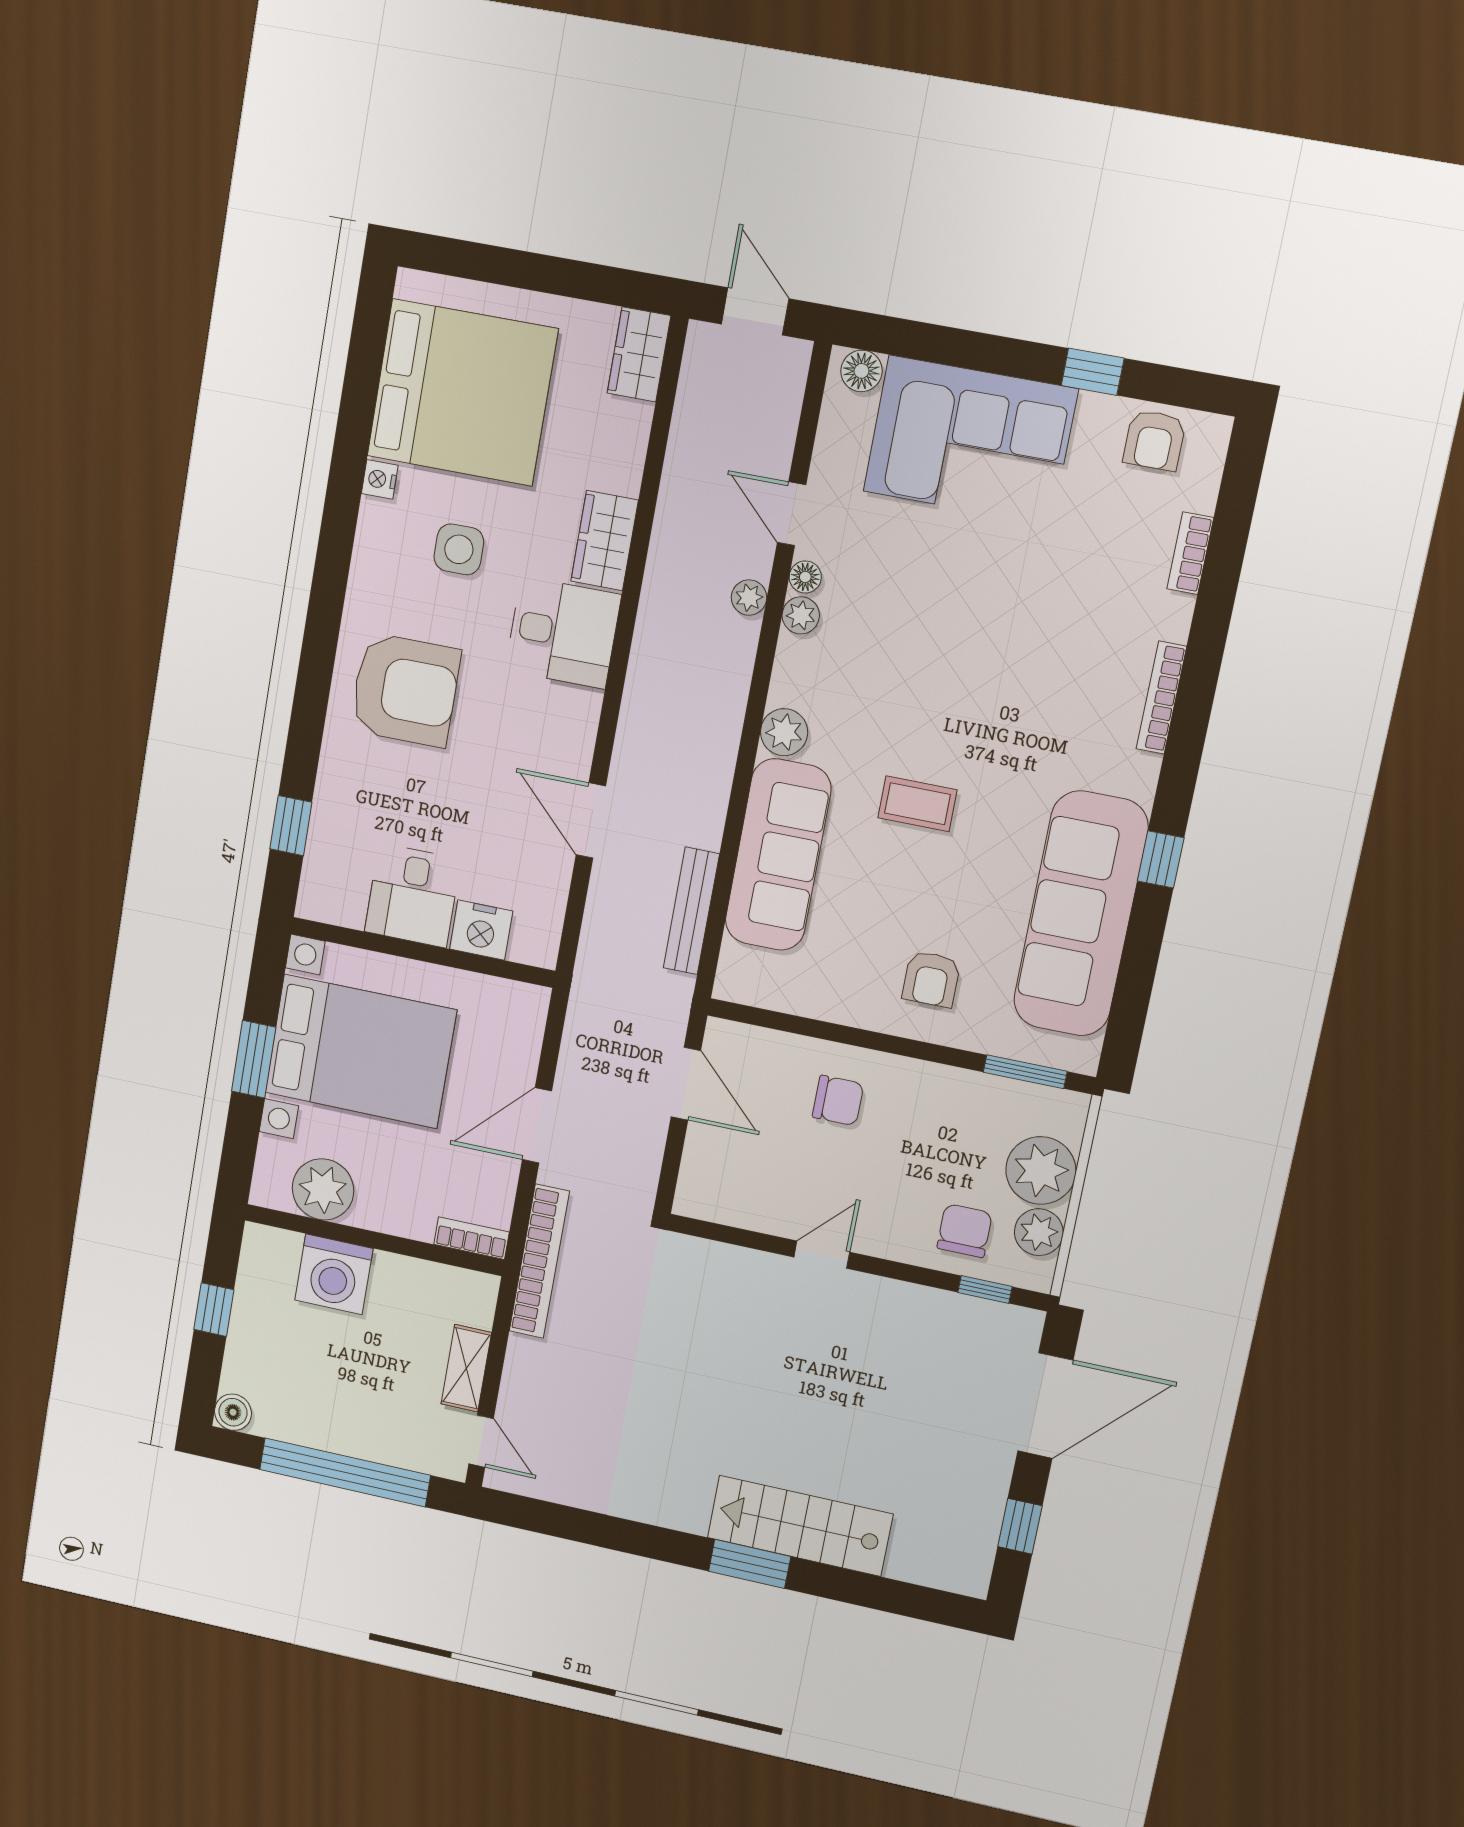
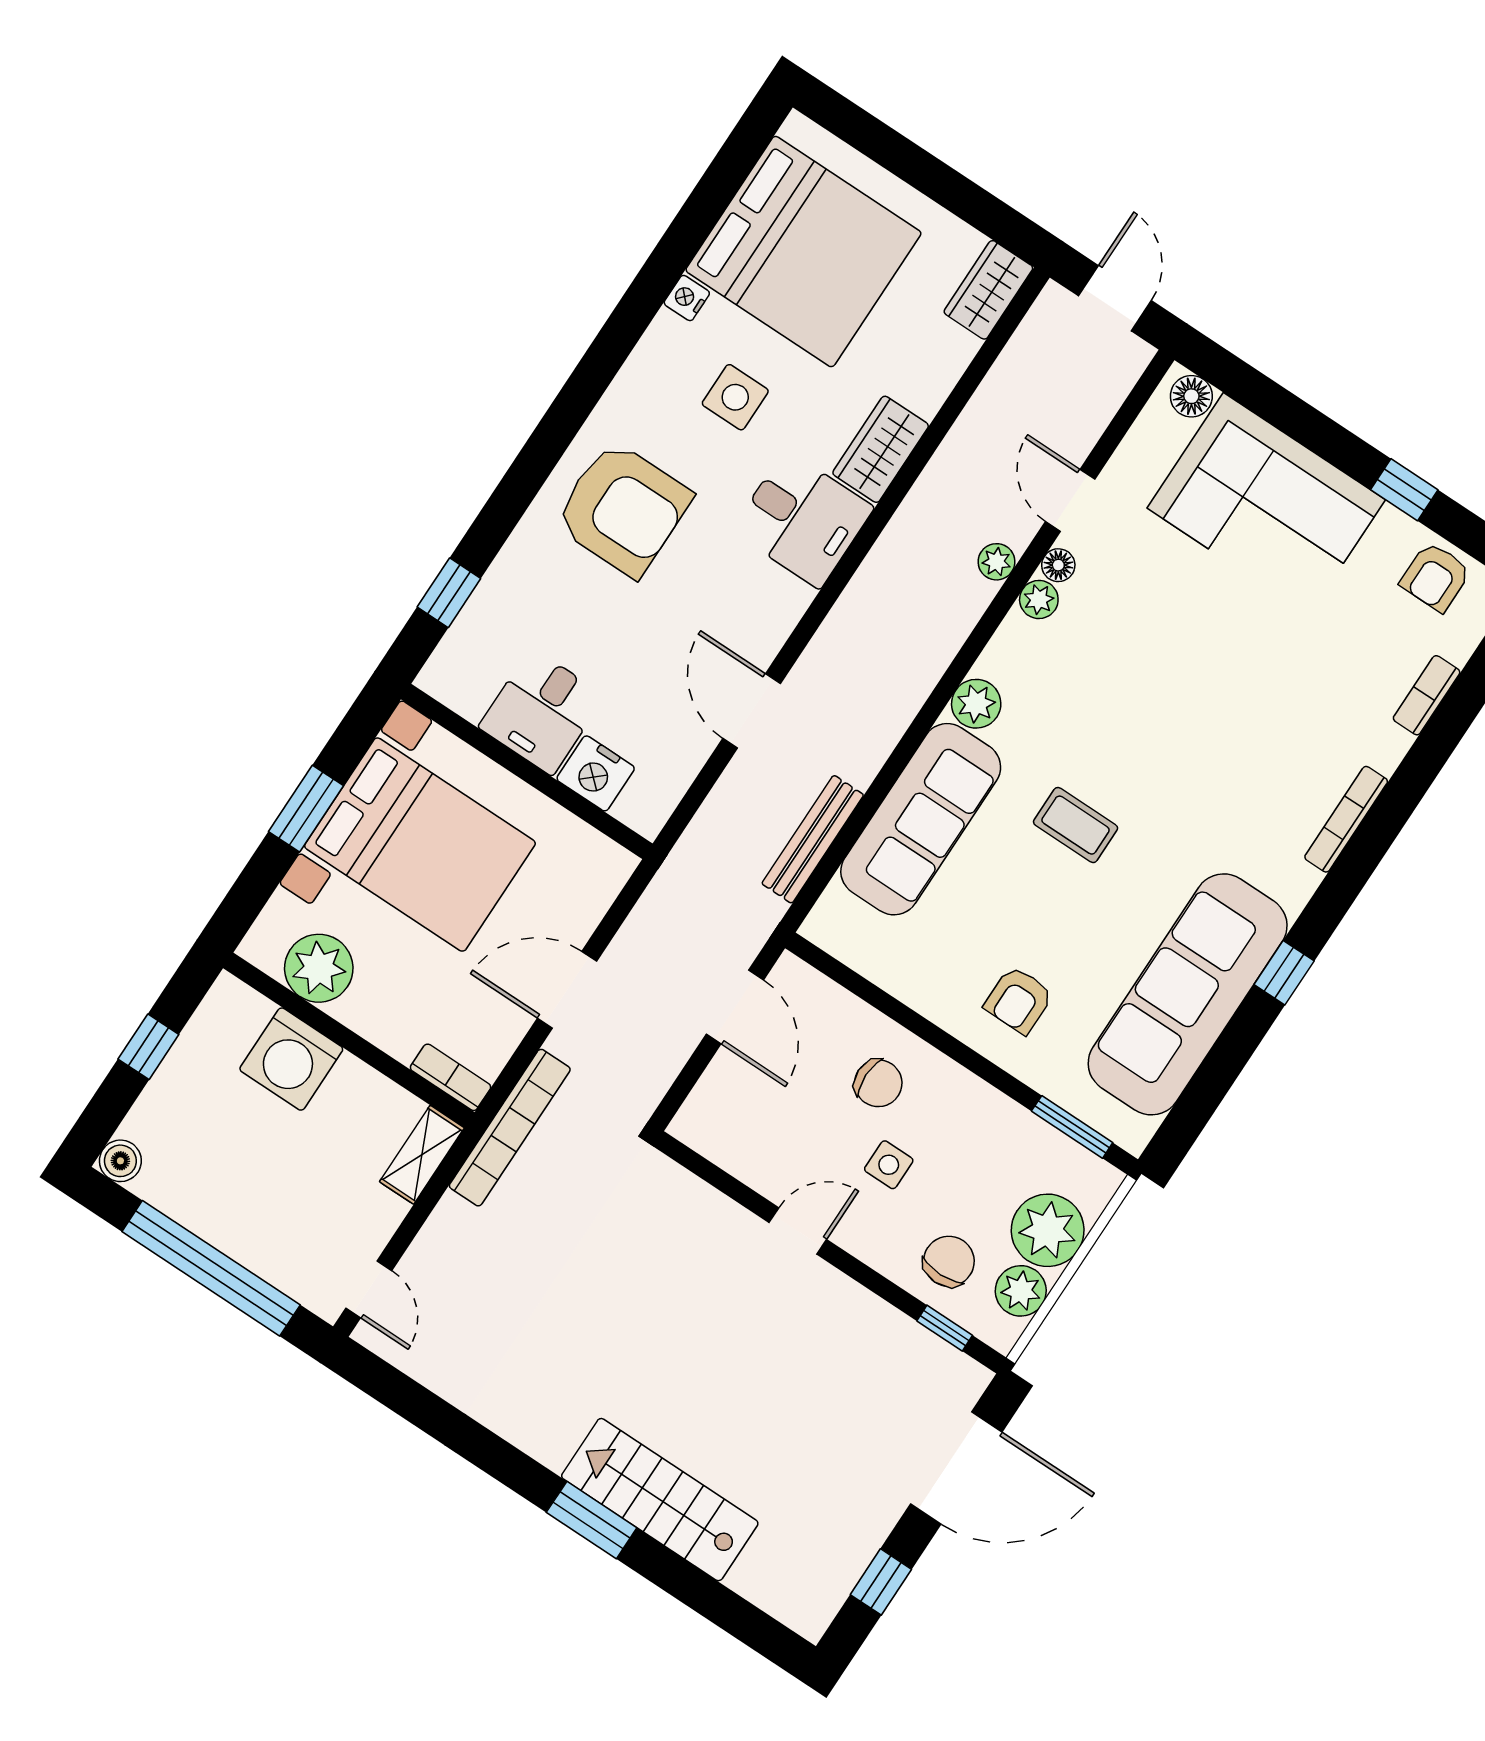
side table: (877, 1167) -> (889, 1165), added
shelving: (466, 1368) -> (422, 1155), moved

